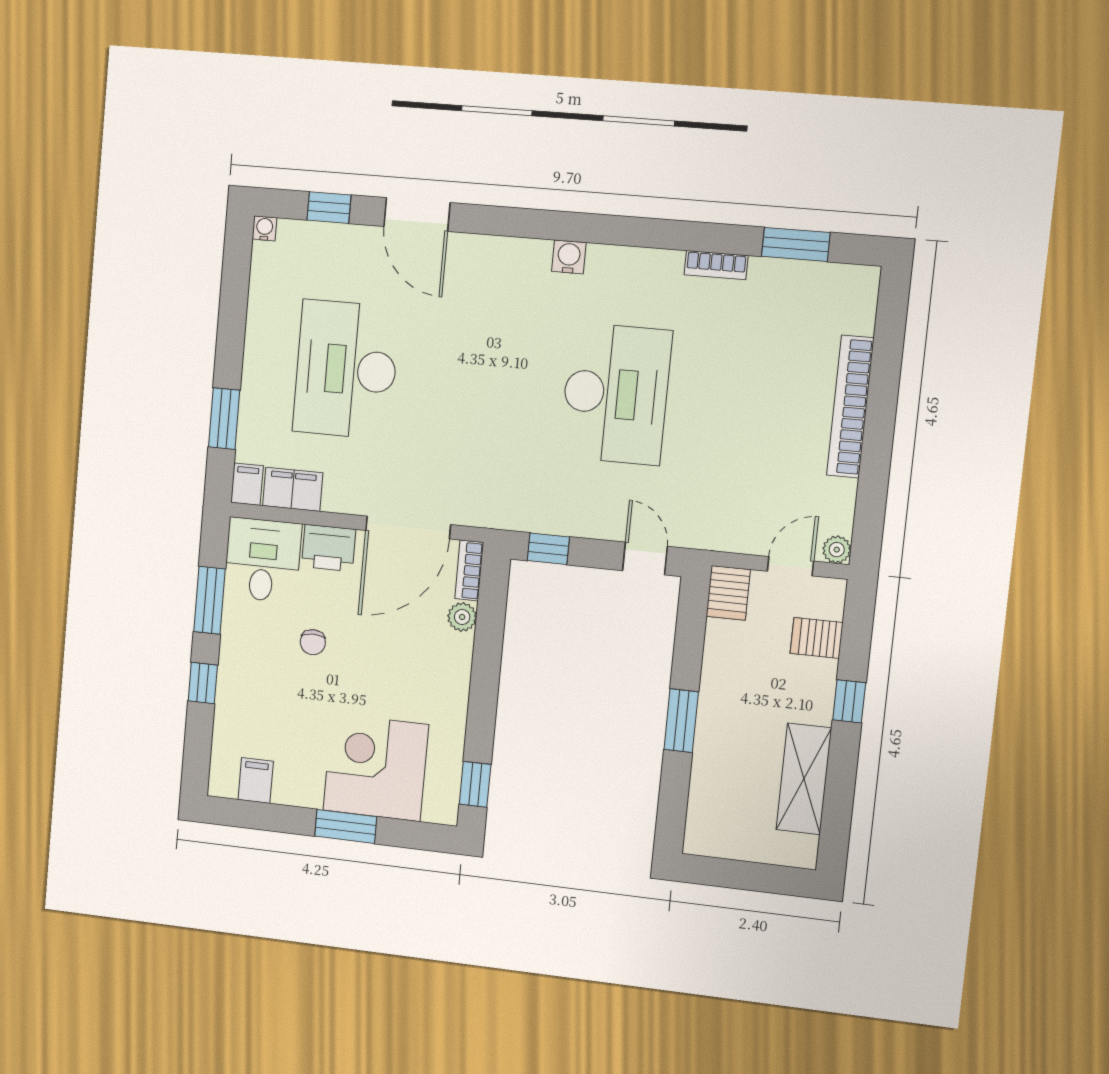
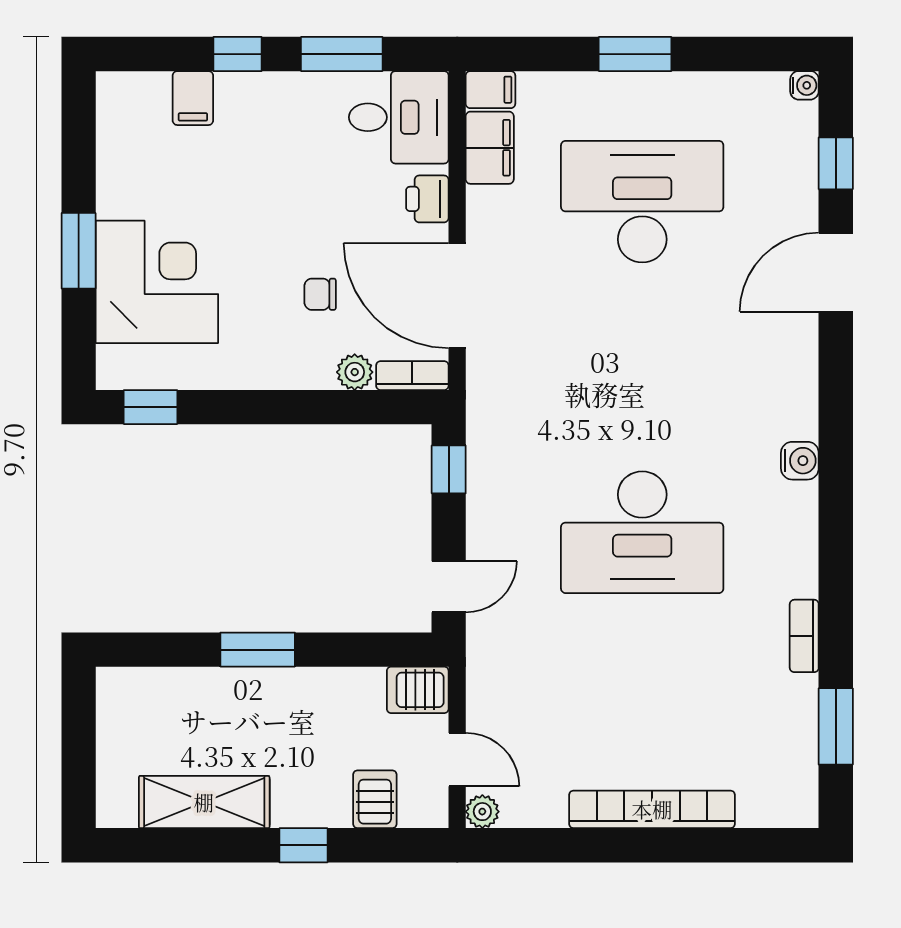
window: (224, 419) -> (635, 54), moved
printer: (329, 548) -> (427, 199), width x0.73, depth x0.81
chair: (313, 642) -> (320, 294), moved
filing cabinet: (256, 781) -> (193, 98), moved, turned 90

